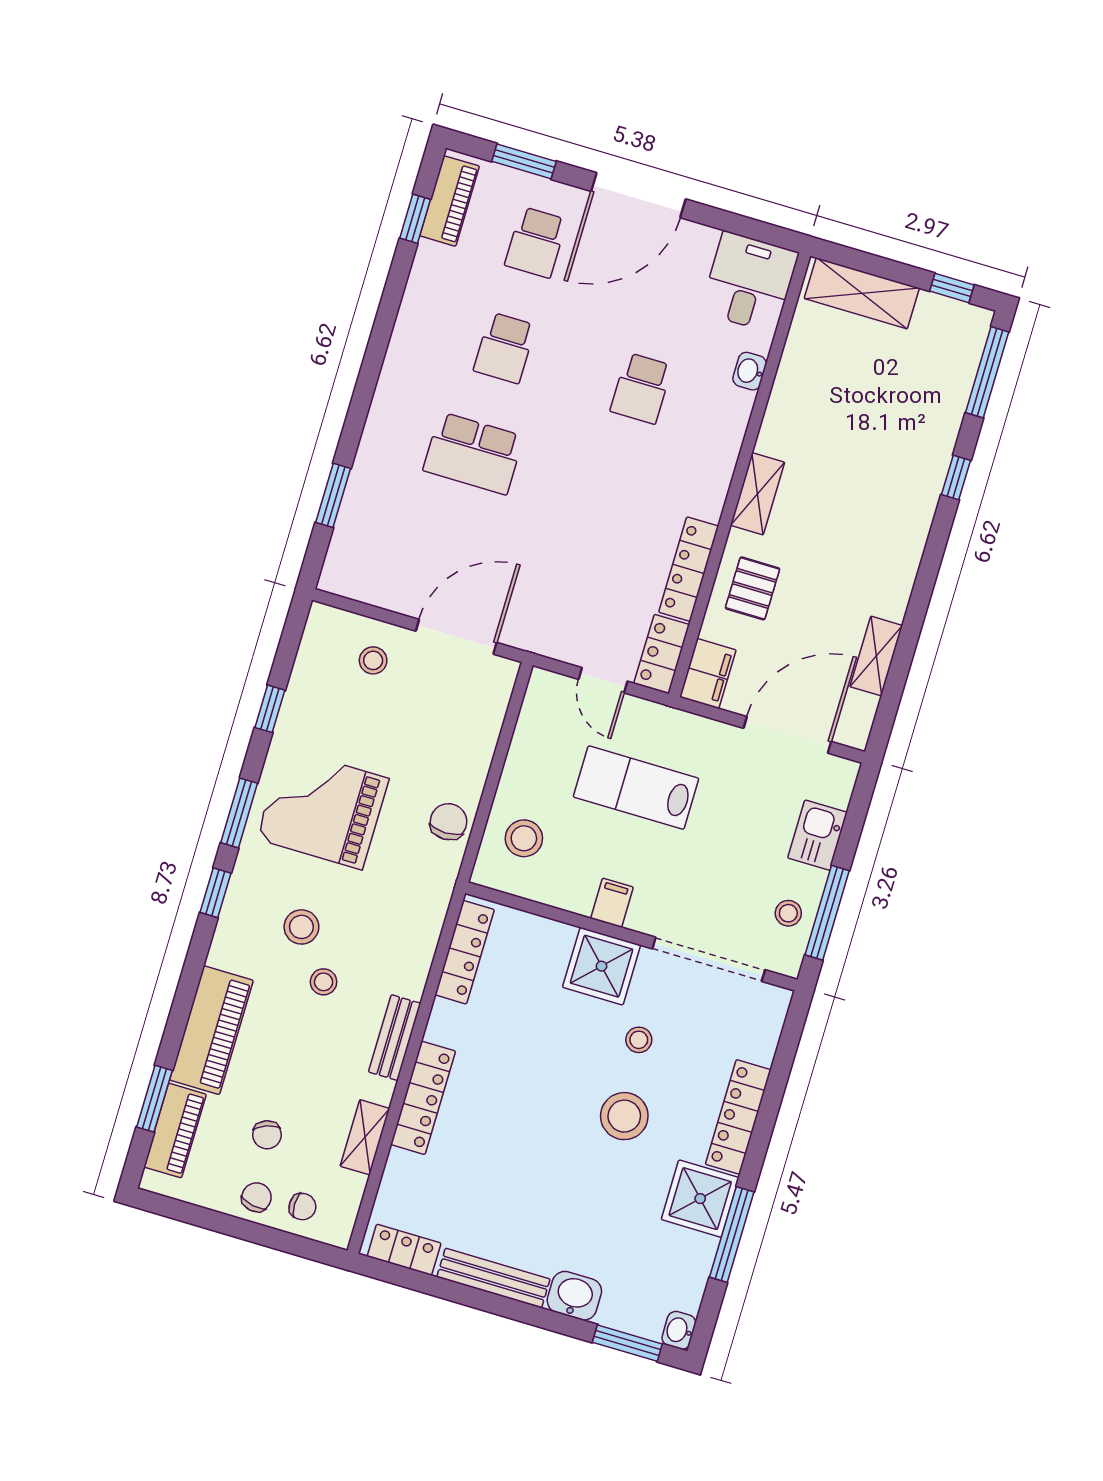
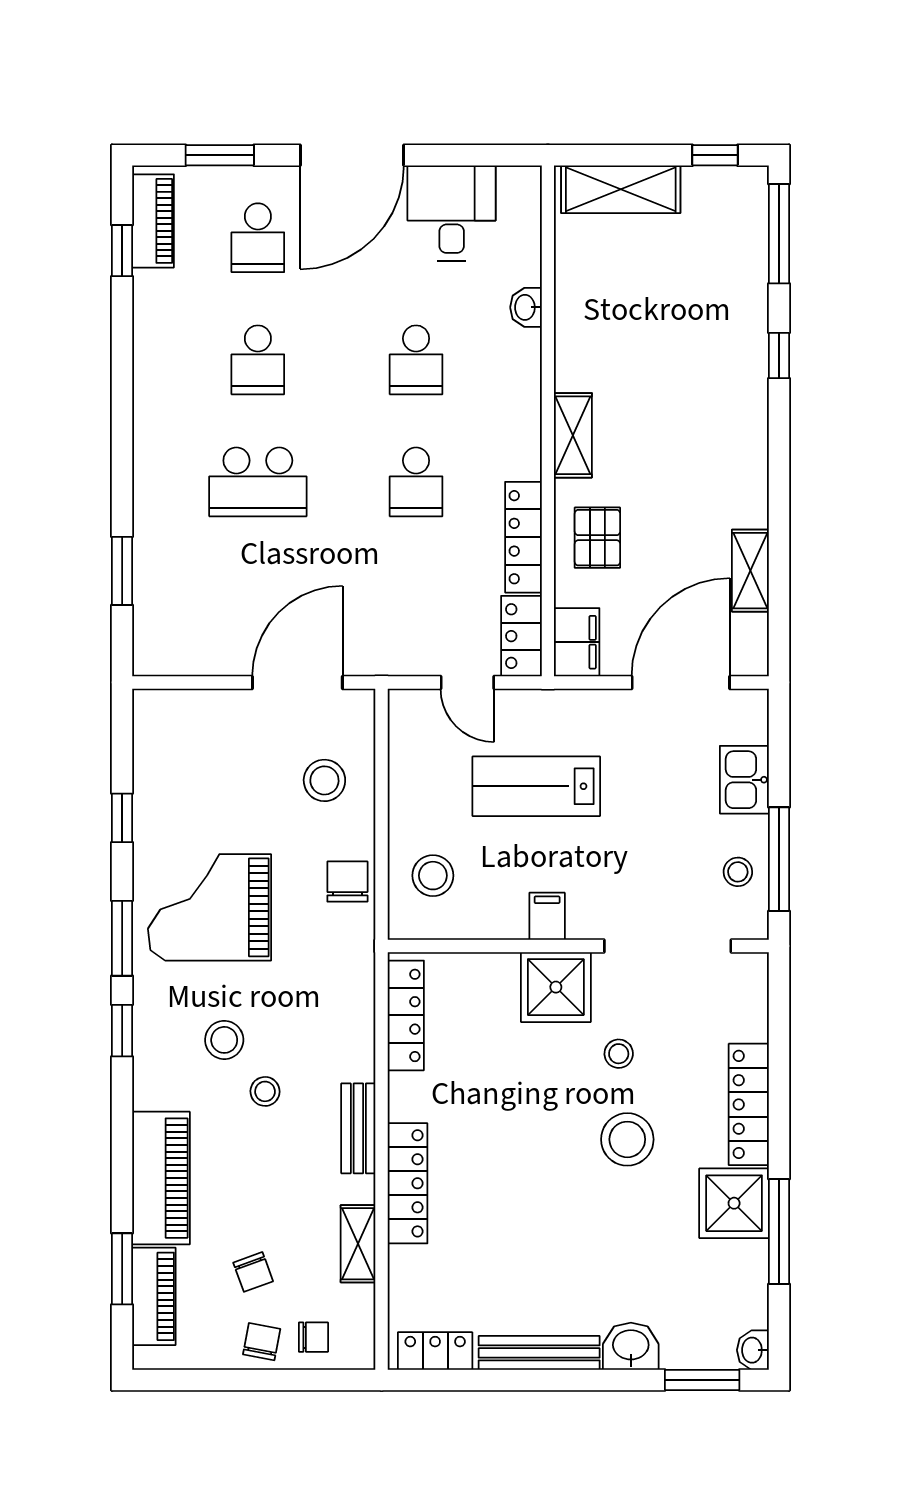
desk: (749, 282) -> (452, 213), moved
school desk: (610, 494) -> (416, 482), added
stool: (373, 660) -> (324, 780), moved, width x1.37, depth x1.37

